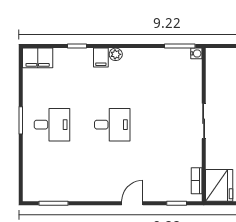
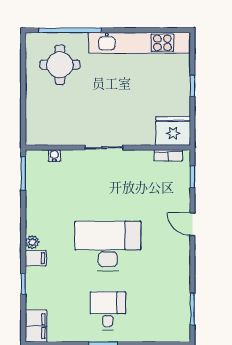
water cooler: (196, 53) -> (54, 156), moved
desk: (112, 125) -> (108, 246), width x1.87, depth x1.30

